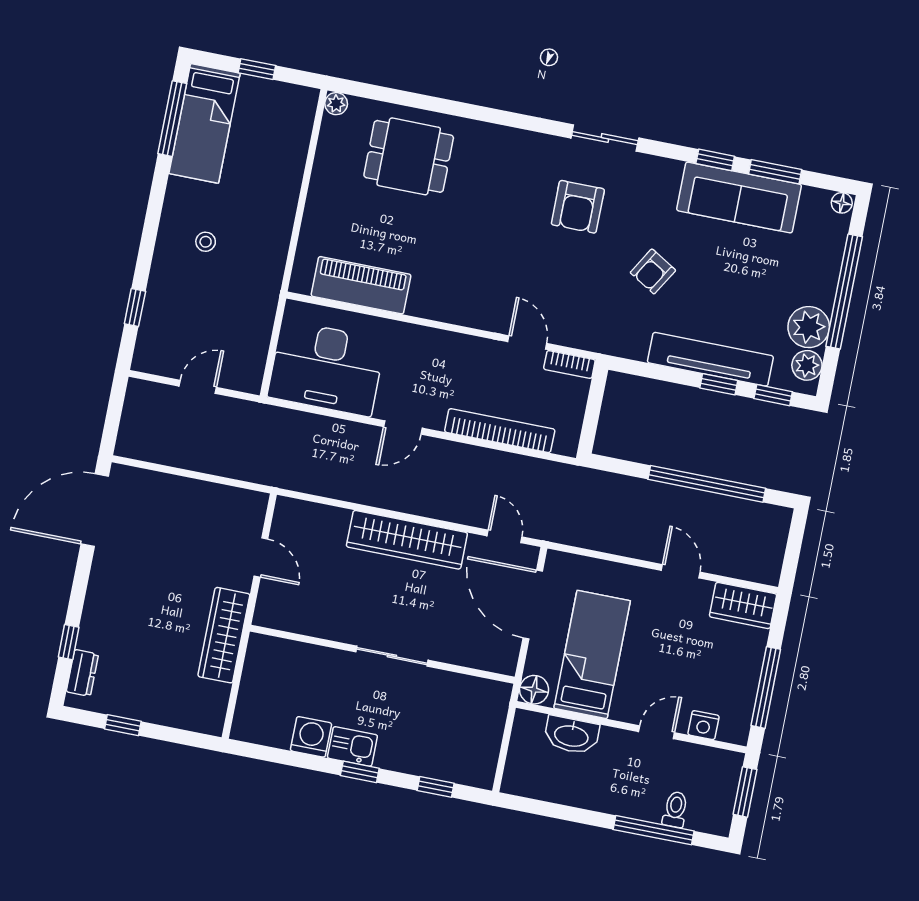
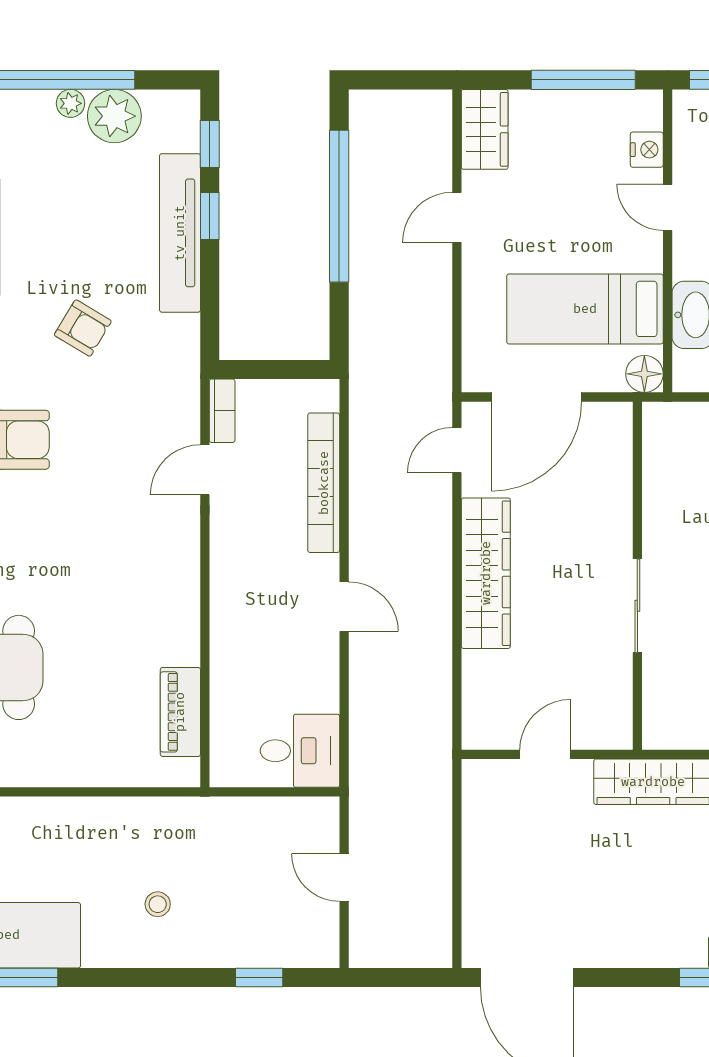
piano: (361, 285) -> (180, 712), width x0.73, depth x0.75
plant: (807, 365) -> (70, 103), moved, width x0.73, depth x0.73
desk: (326, 368) -> (300, 751), width x0.53, depth x0.77
sliding door: (392, 656) -> (637, 606), moved

